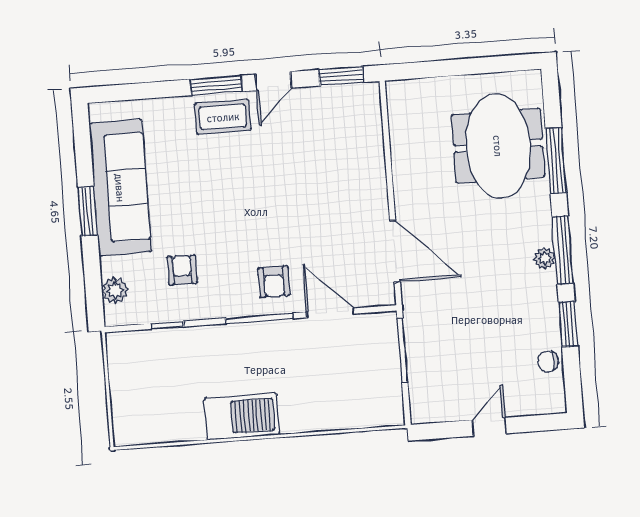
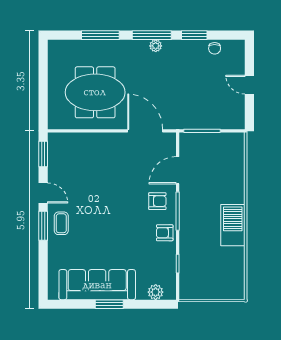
coffee table: (223, 117) -> (61, 223), width x0.73, depth x0.77
meeting table: (498, 146) -> (95, 92), moved
door: (395, 251) -> (145, 131), hinge flipped
armchair: (182, 270) -> (165, 233), moved

